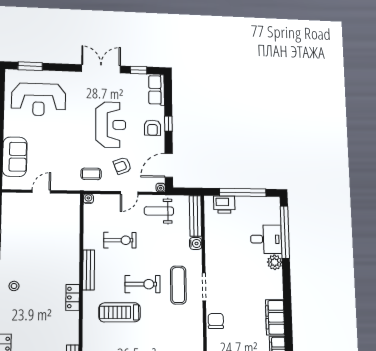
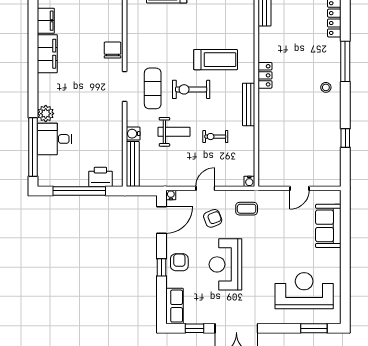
weight bench: (159, 211) -> (174, 132), moved
exercise bike: (120, 240) -> (215, 137), width x0.73, depth x0.72
chair: (216, 321) -> (112, 50), turned 180

